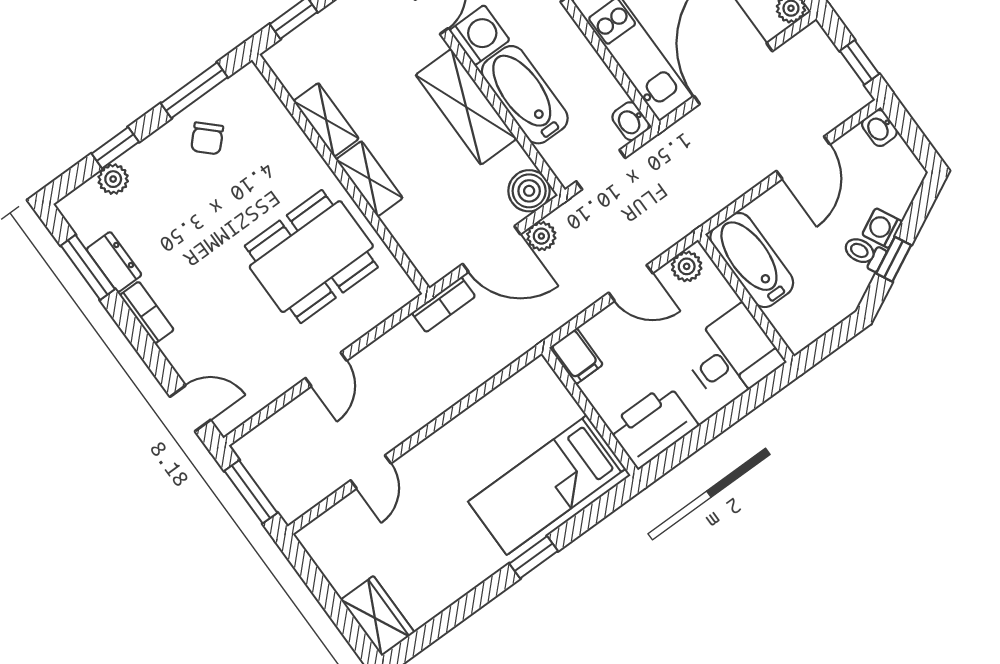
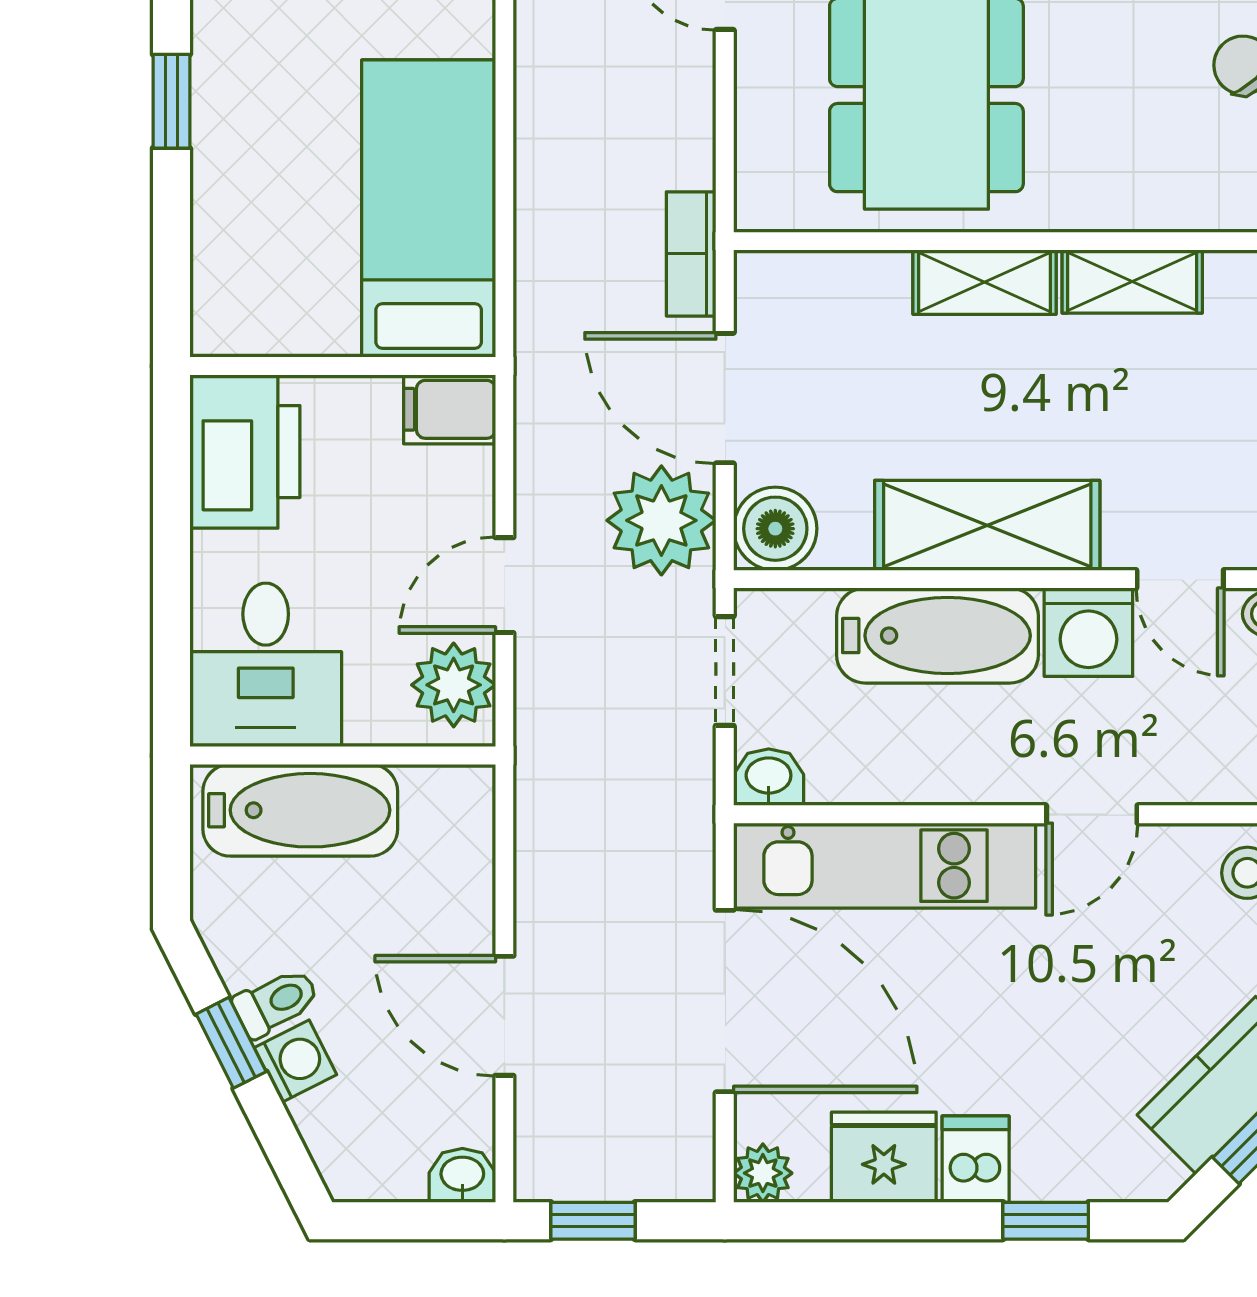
plant: (541, 236) -> (661, 520), width x1.88, depth x1.88
door: (492, 249) -> (725, 398), hinge flipped
bathtub: (752, 260) -> (300, 810), moved
plant: (687, 266) -> (454, 685), width x1.38, depth x1.38
bed: (547, 485) -> (429, 209), moved

